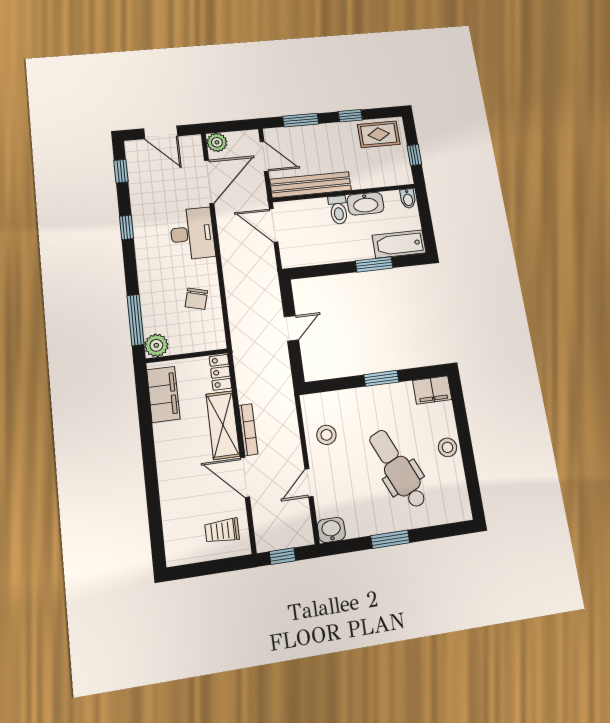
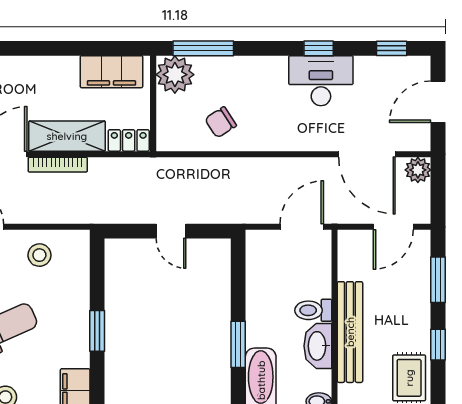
bench: (311, 185) -> (350, 332), moved
desk: (192, 234) -> (321, 81), moved, turned 180
chair: (196, 299) -> (221, 122), turned -48
plant: (156, 345) -> (175, 75), width x1.36, depth x1.36

